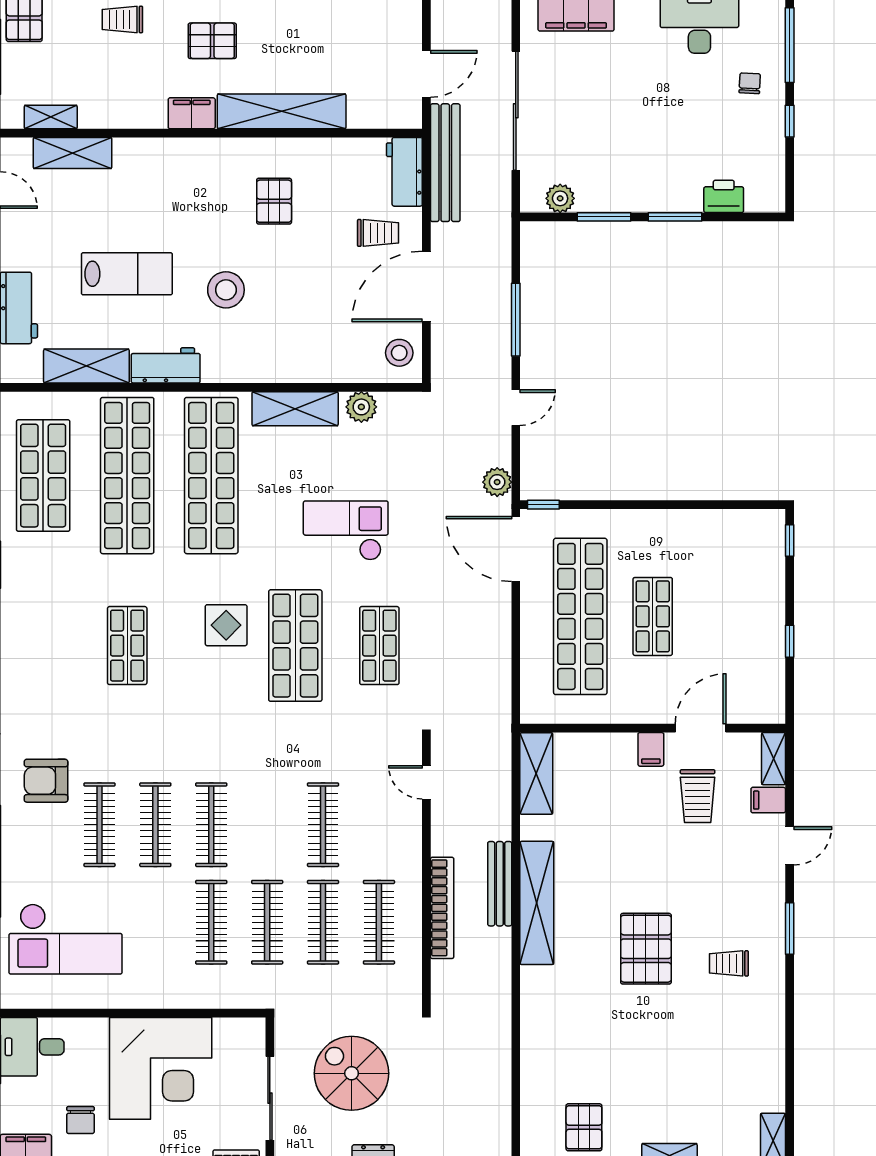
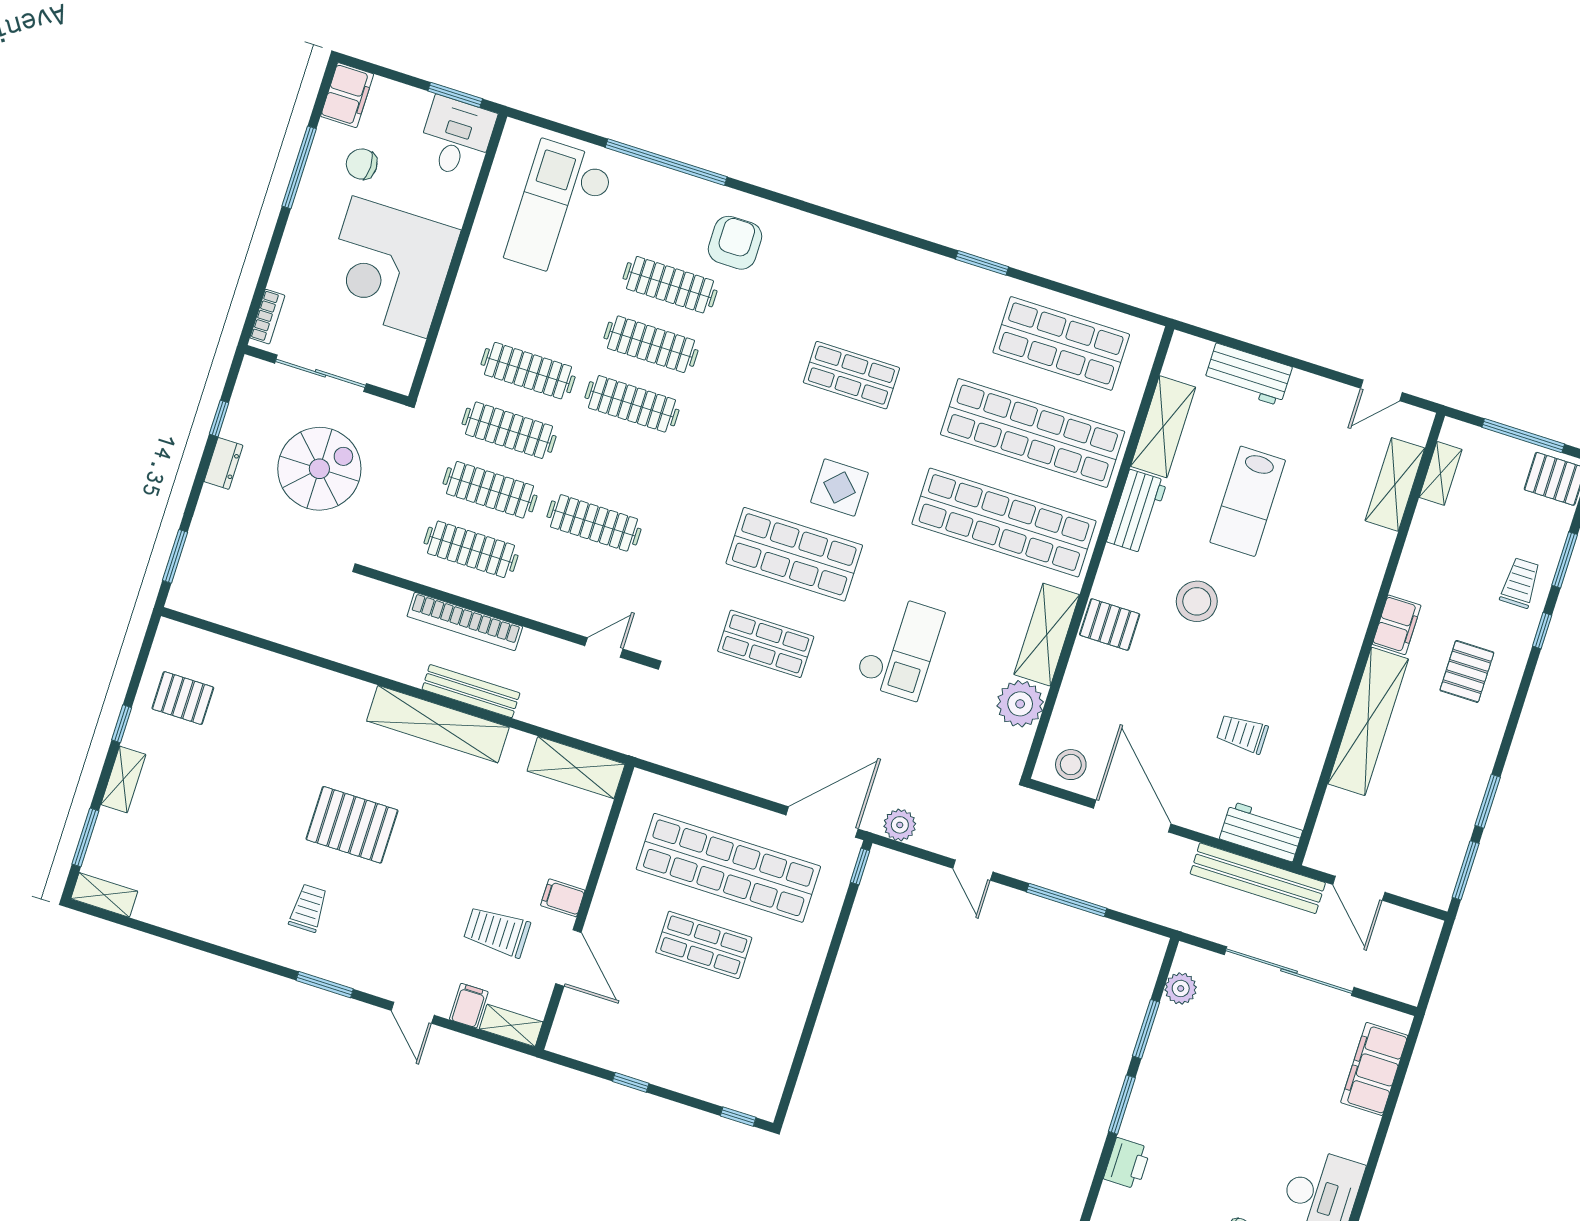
pallet: (274, 201) -> (1110, 625), moved
trolley: (378, 233) -> (1242, 734), moved, turned 90
plant: (361, 407) -> (1020, 704), width x1.36, depth x1.36

